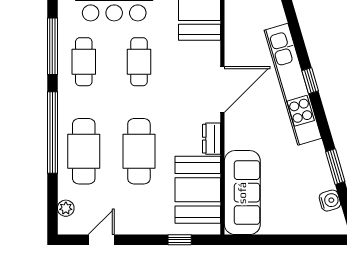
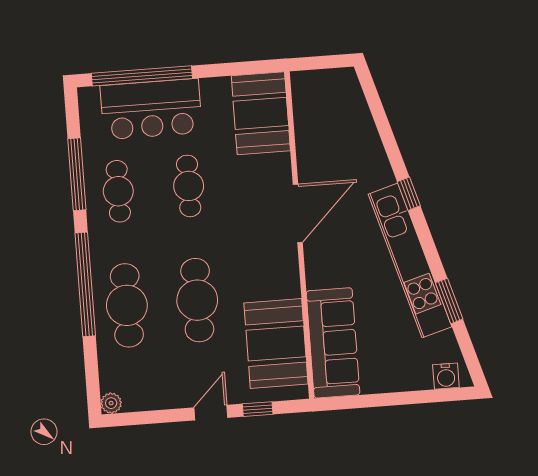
kitchen unit: (293, 84) -> (410, 260), moved
dresser: (211, 139) -> (289, 277), removed
water cooler: (330, 201) -> (446, 376), moved, turned 106
plant: (66, 208) -> (111, 403), moved
door: (101, 240) -> (211, 413), moved

